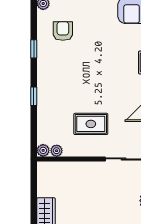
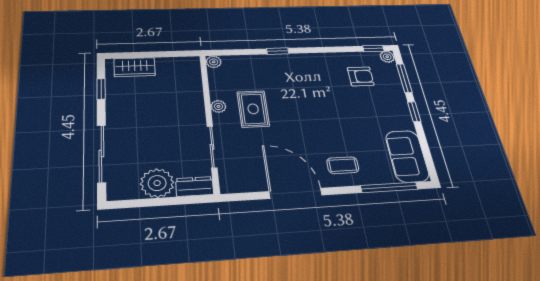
window: (34, 49) -> (373, 48), moved
plant: (57, 151) -> (218, 106), moved

